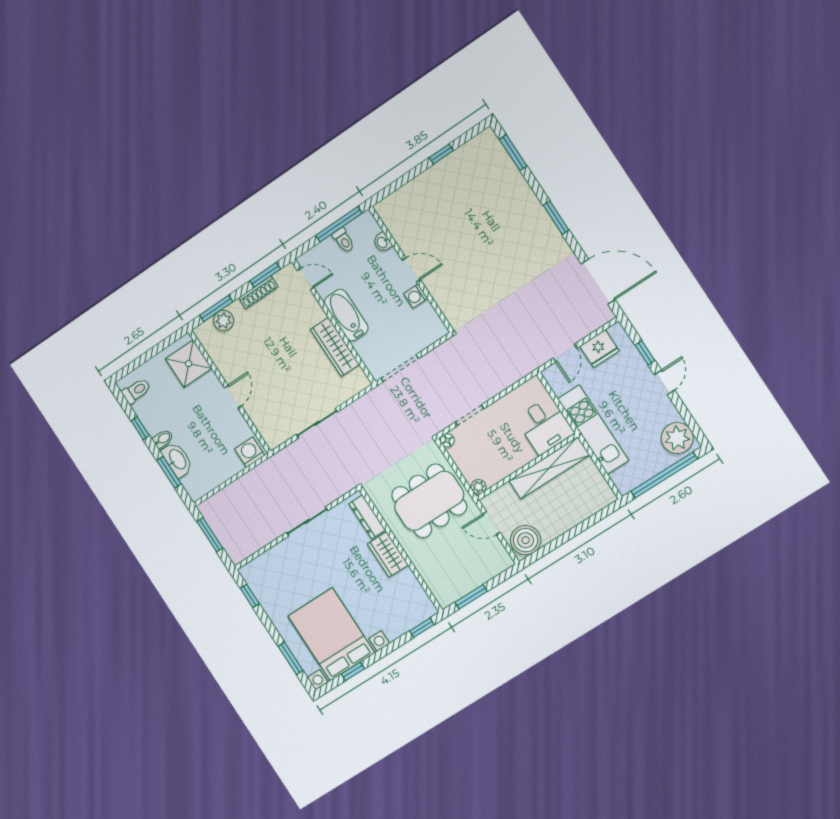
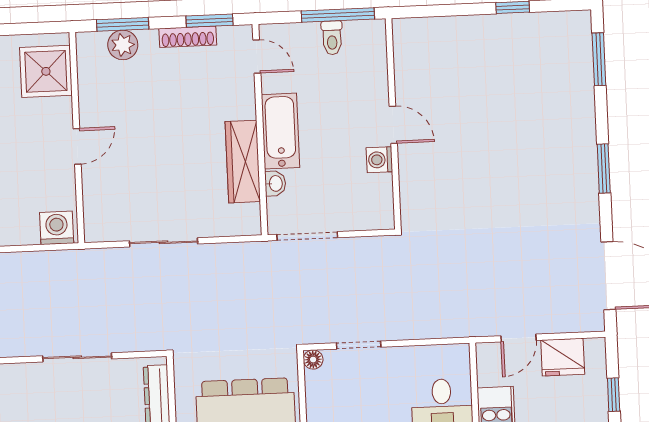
washbasin: (382, 242) -> (275, 183), moved, turned 180

